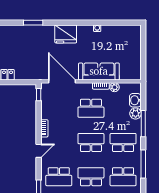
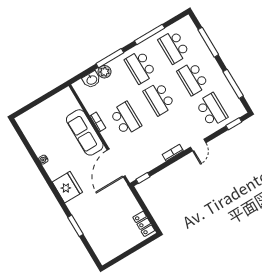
plant: (115, 87) -> (91, 108), removed
door: (39, 151) -> (198, 145), swing flipped
school desk: (123, 177) -> (174, 47), turned 180

